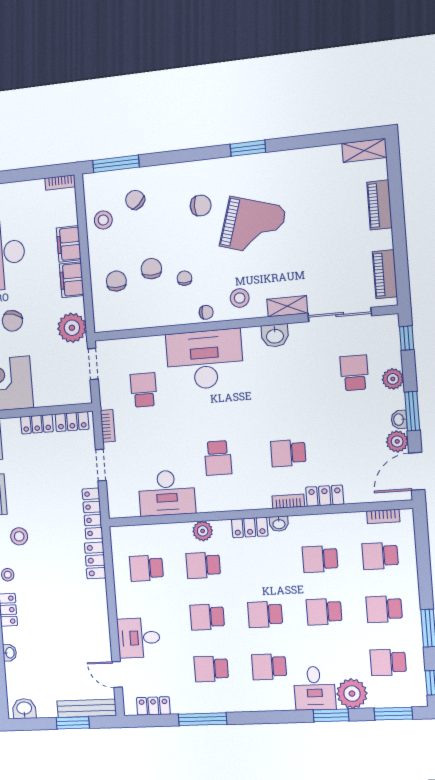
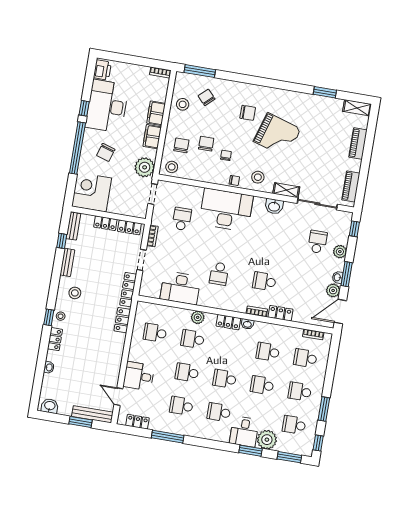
window: (248, 148) -> (325, 92), moved
stool: (110, 317) -> (172, 167), added

